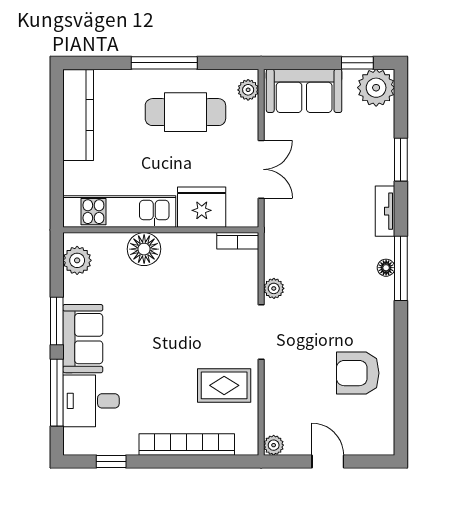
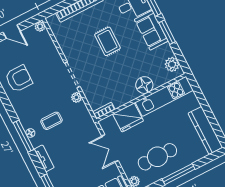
coffee table: (338, 270) -> (51, 121), added
rug: (224, 385) -> (107, 41), moved, turned 90

